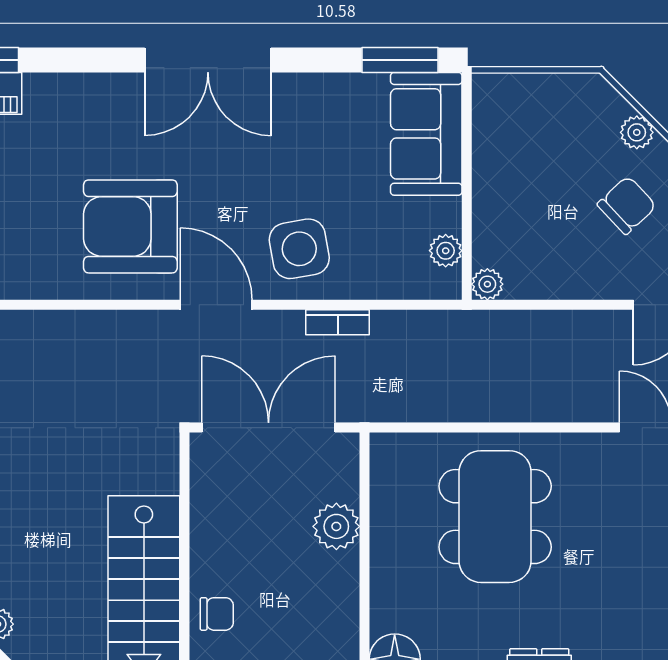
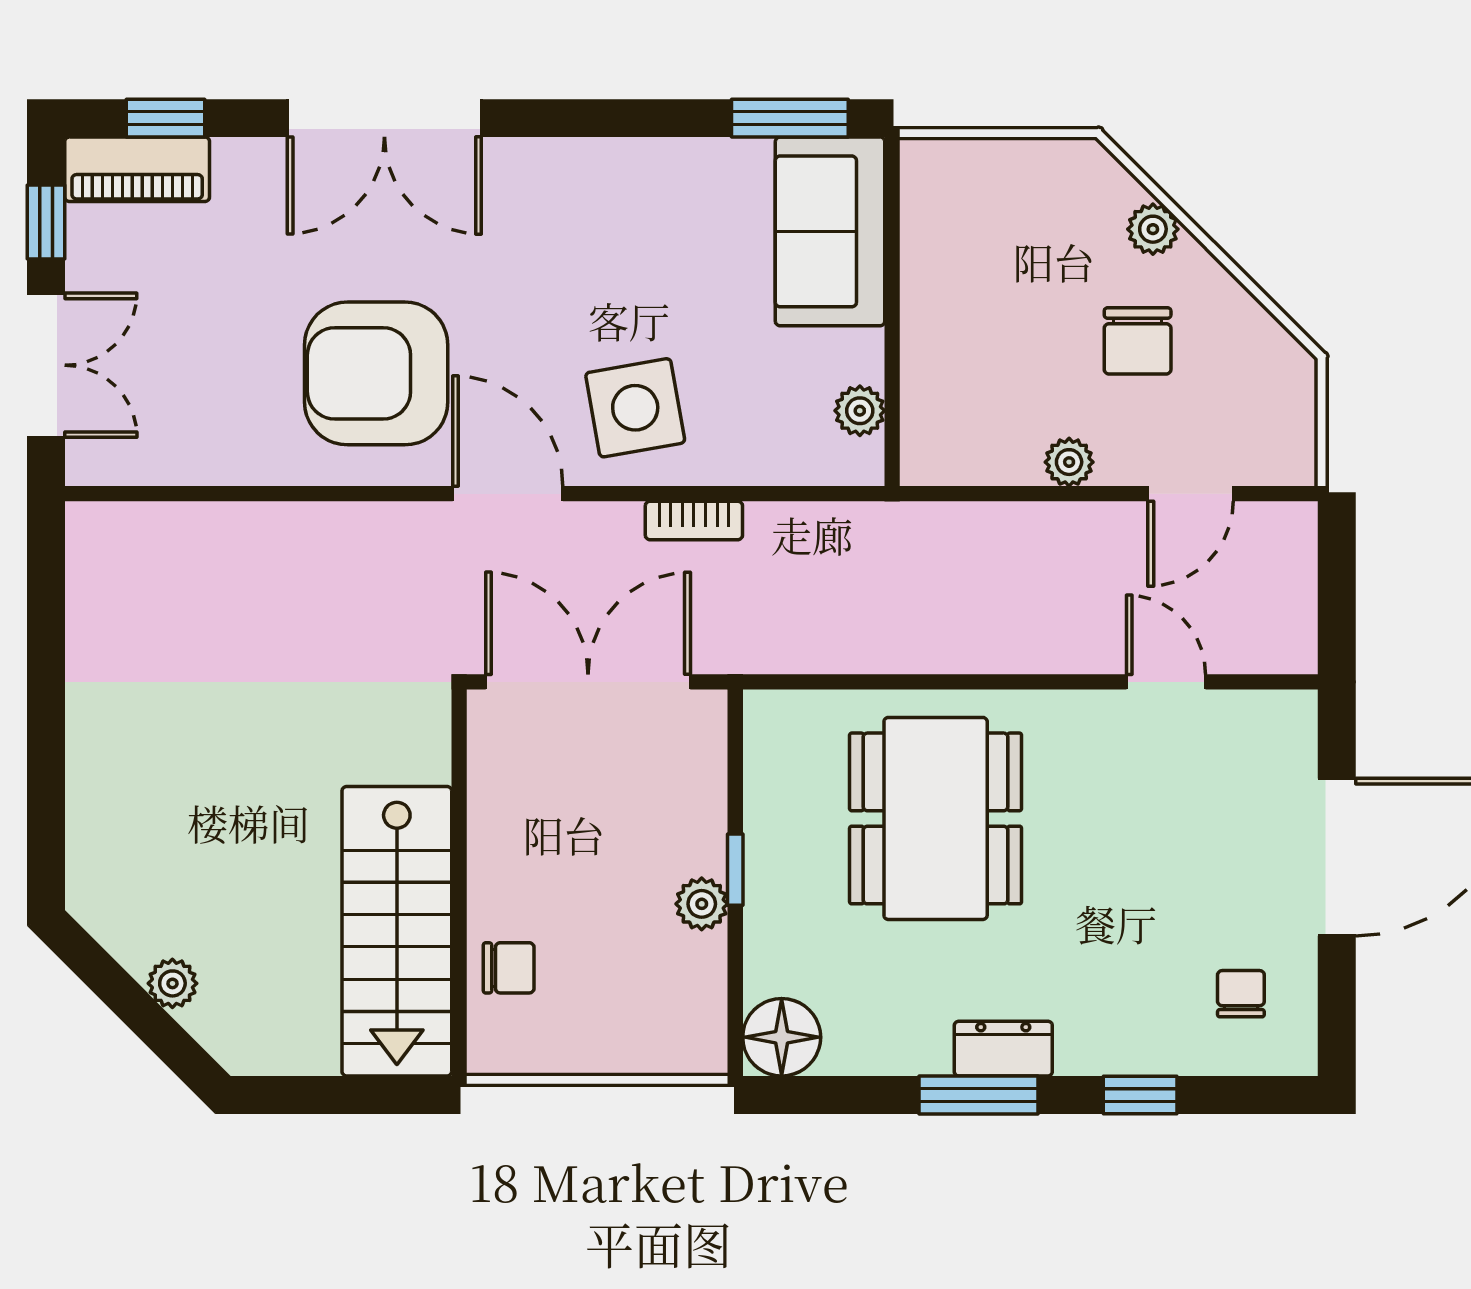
double door: (208, 60) -> (384, 118), moved
chair: (627, 205) -> (1138, 341), turned 133
plant: (487, 284) -> (1069, 462), moved
plant: (336, 526) -> (702, 904), moved, width x0.73, depth x0.73
window: (364, 550) -> (735, 870), added

